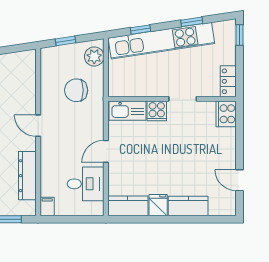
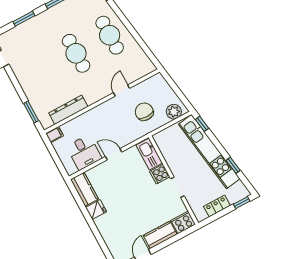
window: (141, 30) -> (202, 124), moved
window: (65, 41) -> (174, 86), removed
locker: (228, 81) -> (217, 206), moved
door: (38, 126) -> (121, 91), moved
kitchen counter: (188, 206) -> (160, 235), moved, turned -90

